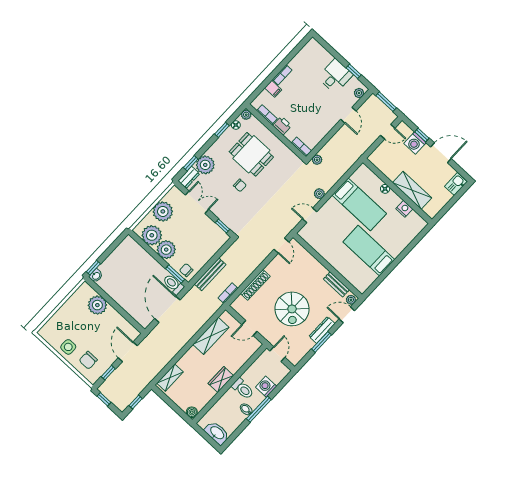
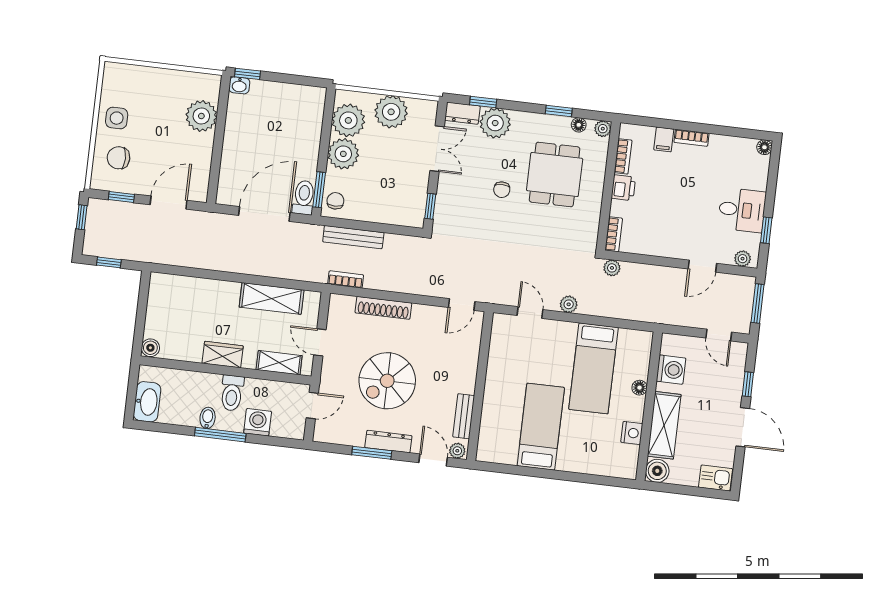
floor lamp: (313, 43) -> (764, 147), added
washing machine: (415, 143) -> (671, 370), moved, turned 180
boiler: (432, 210) -> (657, 471), added
shelving: (170, 378) -> (279, 363), moved

